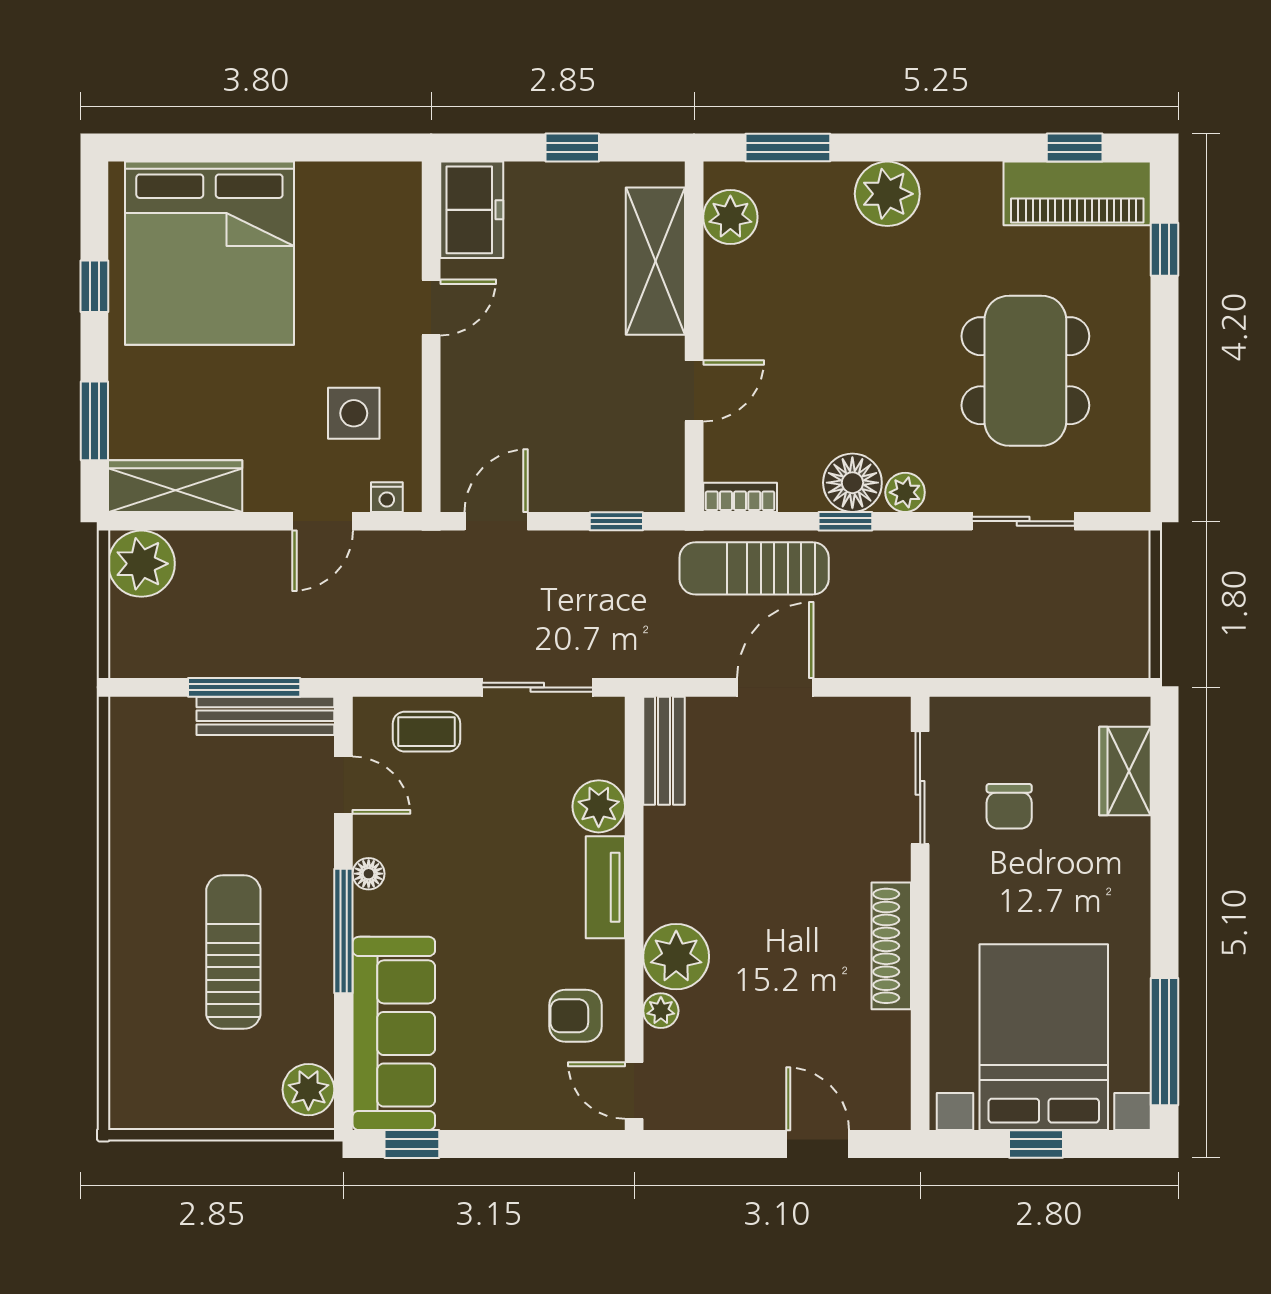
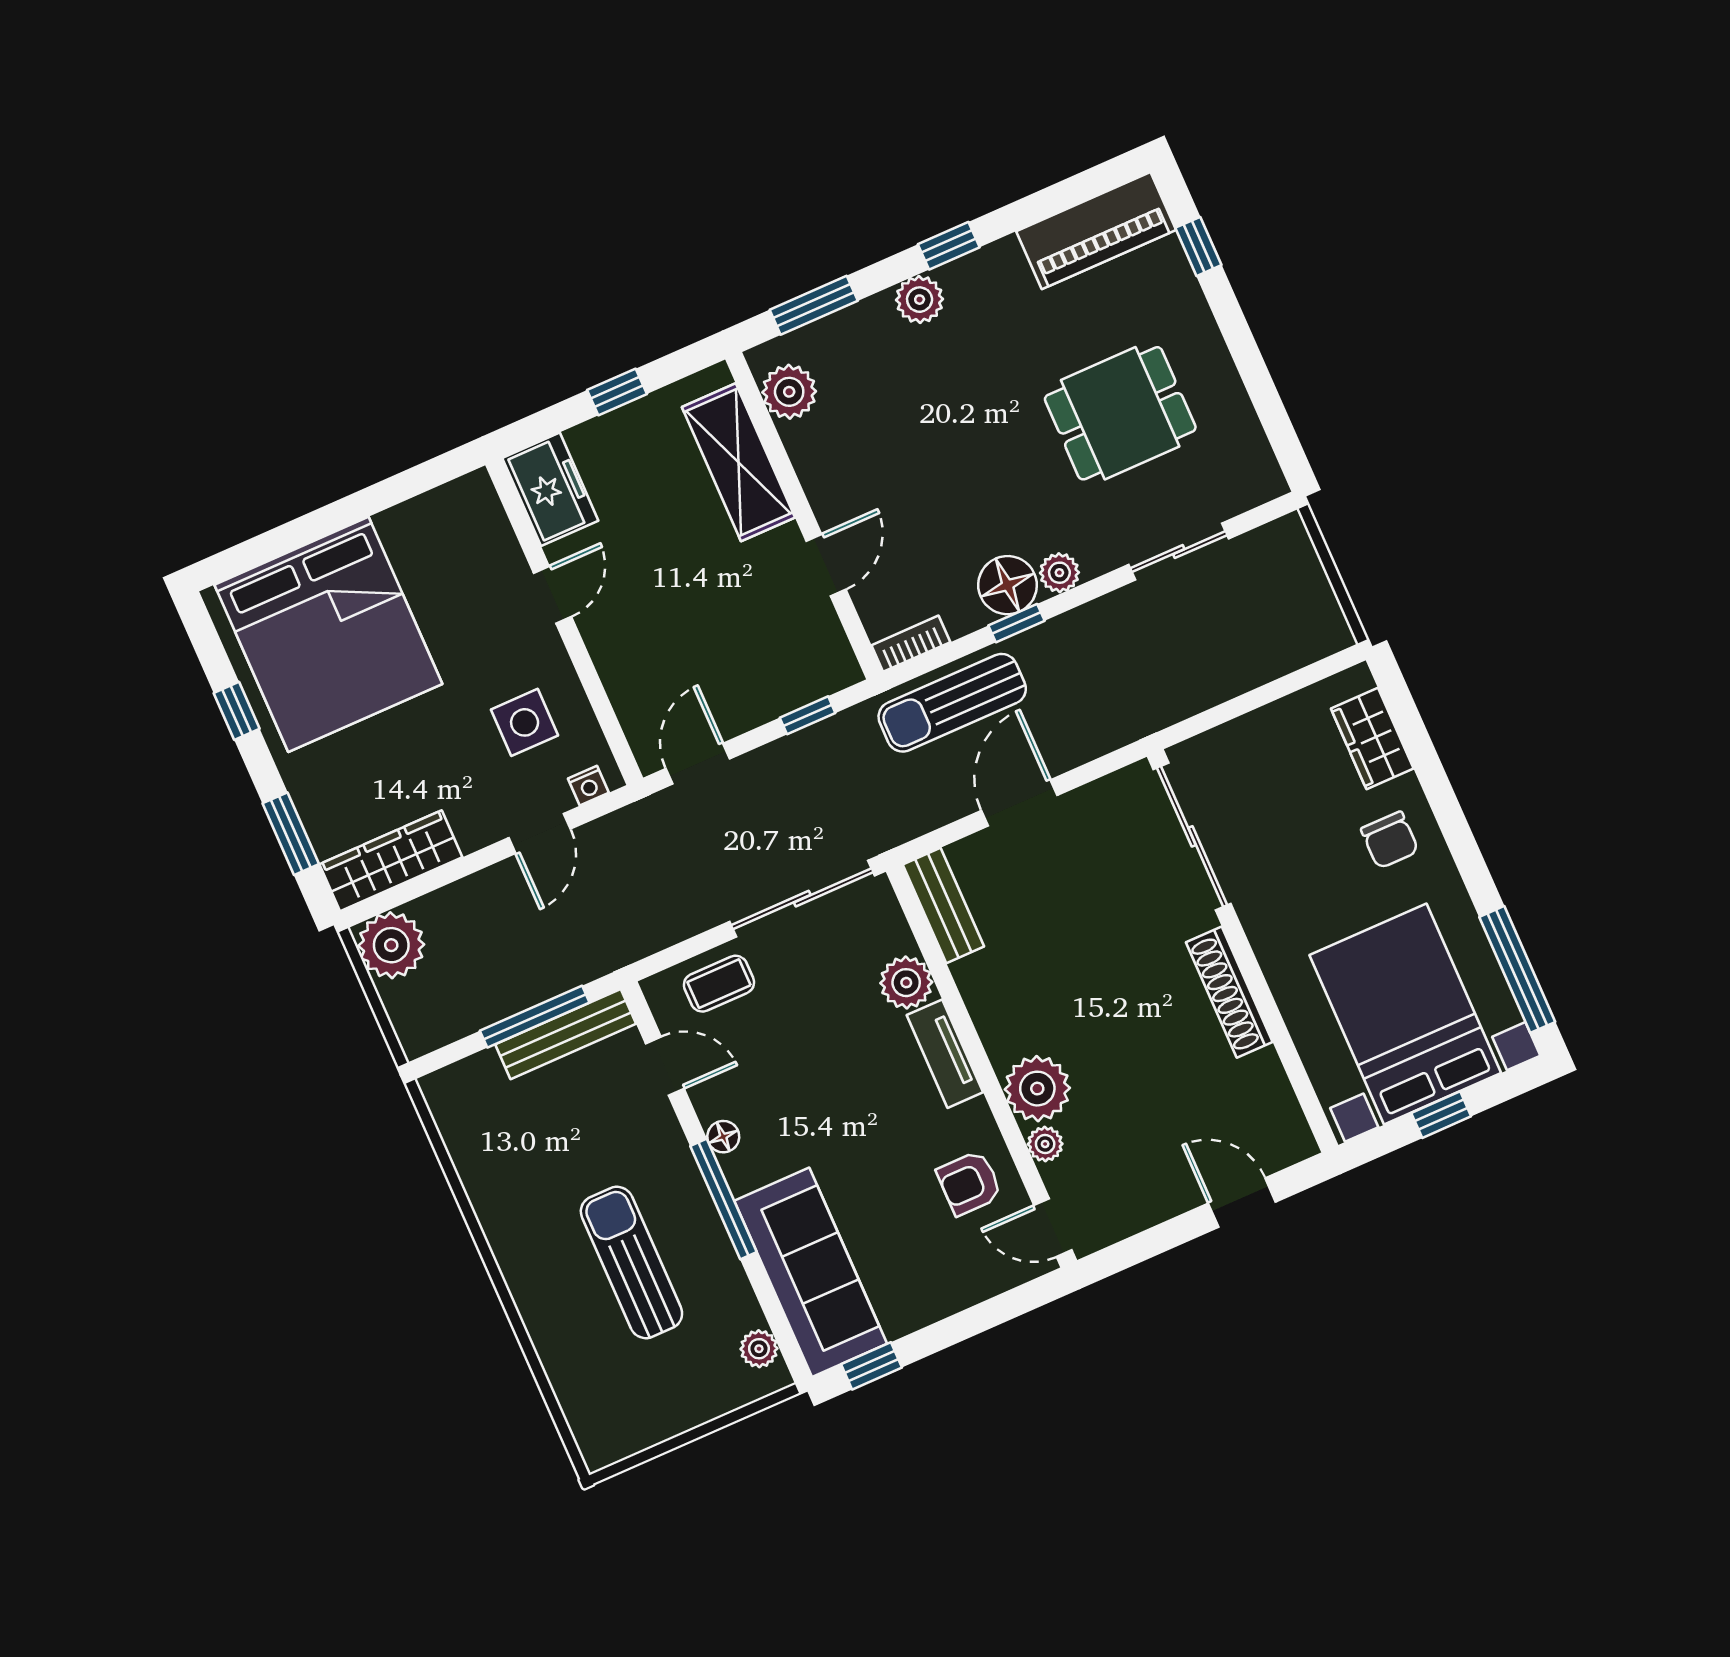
window: (1075, 148) -> (949, 246), moved
plant: (887, 194) -> (920, 300), width x0.73, depth x0.73
dining table: (1025, 371) -> (1120, 413), width x0.73
sliding door: (537, 687) -> (802, 899), width x1.37
sliding door: (920, 788) -> (1192, 836), width x1.37
chair: (1009, 806) -> (1390, 840), moved
plant: (308, 1090) -> (759, 1349), width x0.73, depth x0.73

